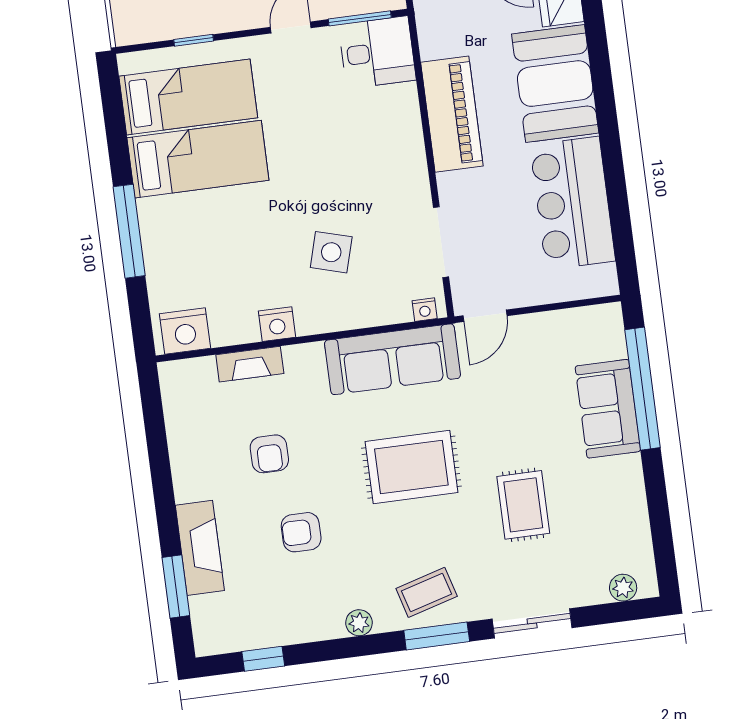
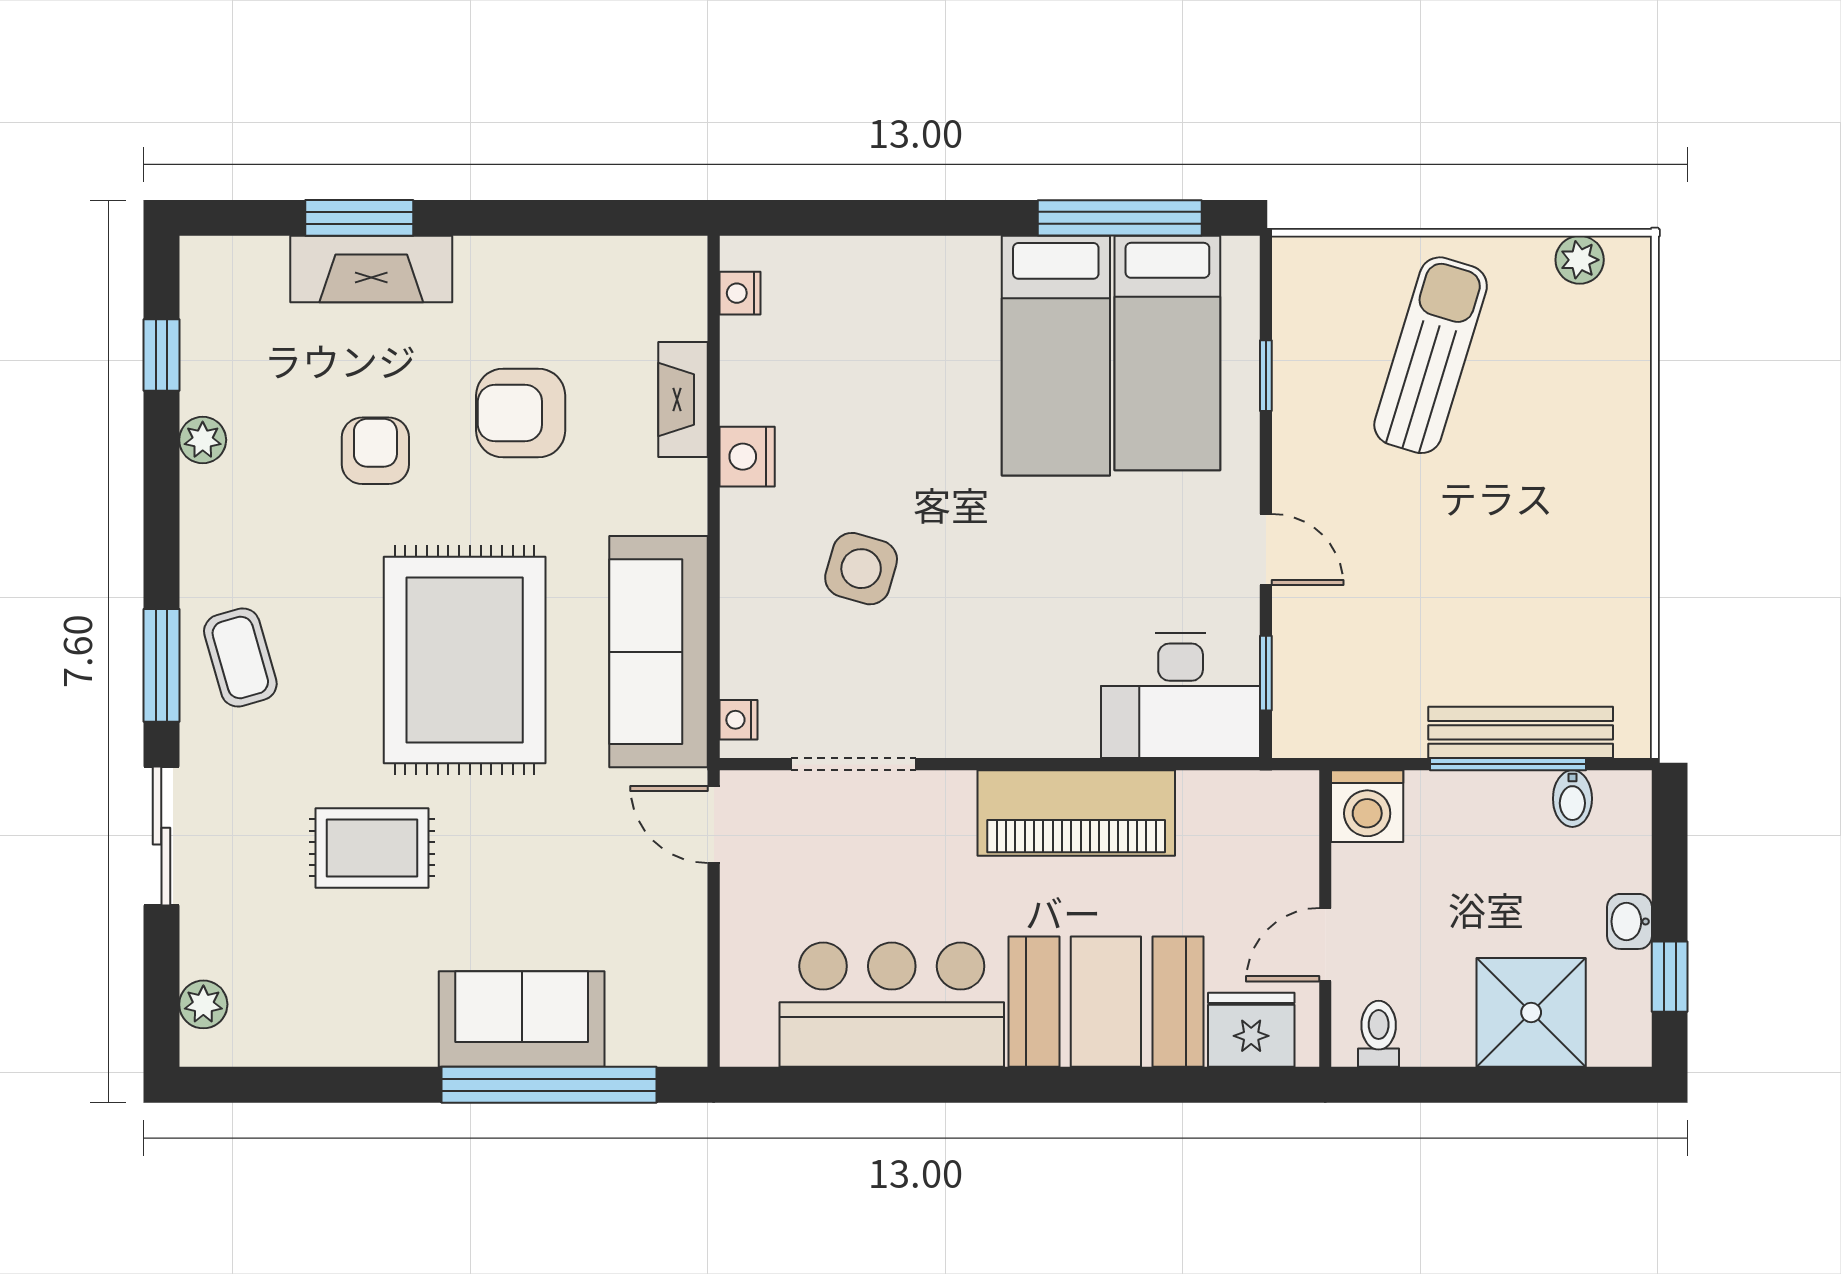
window: (360, 18) -> (1266, 673), width x0.67
desk: (377, 52) -> (1181, 696), width x1.37
window: (129, 231) -> (1120, 218), moved
nightstand: (185, 331) -> (740, 293), width x0.53, depth x0.56
armchair: (269, 454) -> (521, 413), width x1.38, depth x1.38
rug: (411, 467) -> (465, 660), width x1.37, depth x1.44
window: (176, 587) -> (359, 218), moved
plant: (359, 623) -> (203, 440), moved

